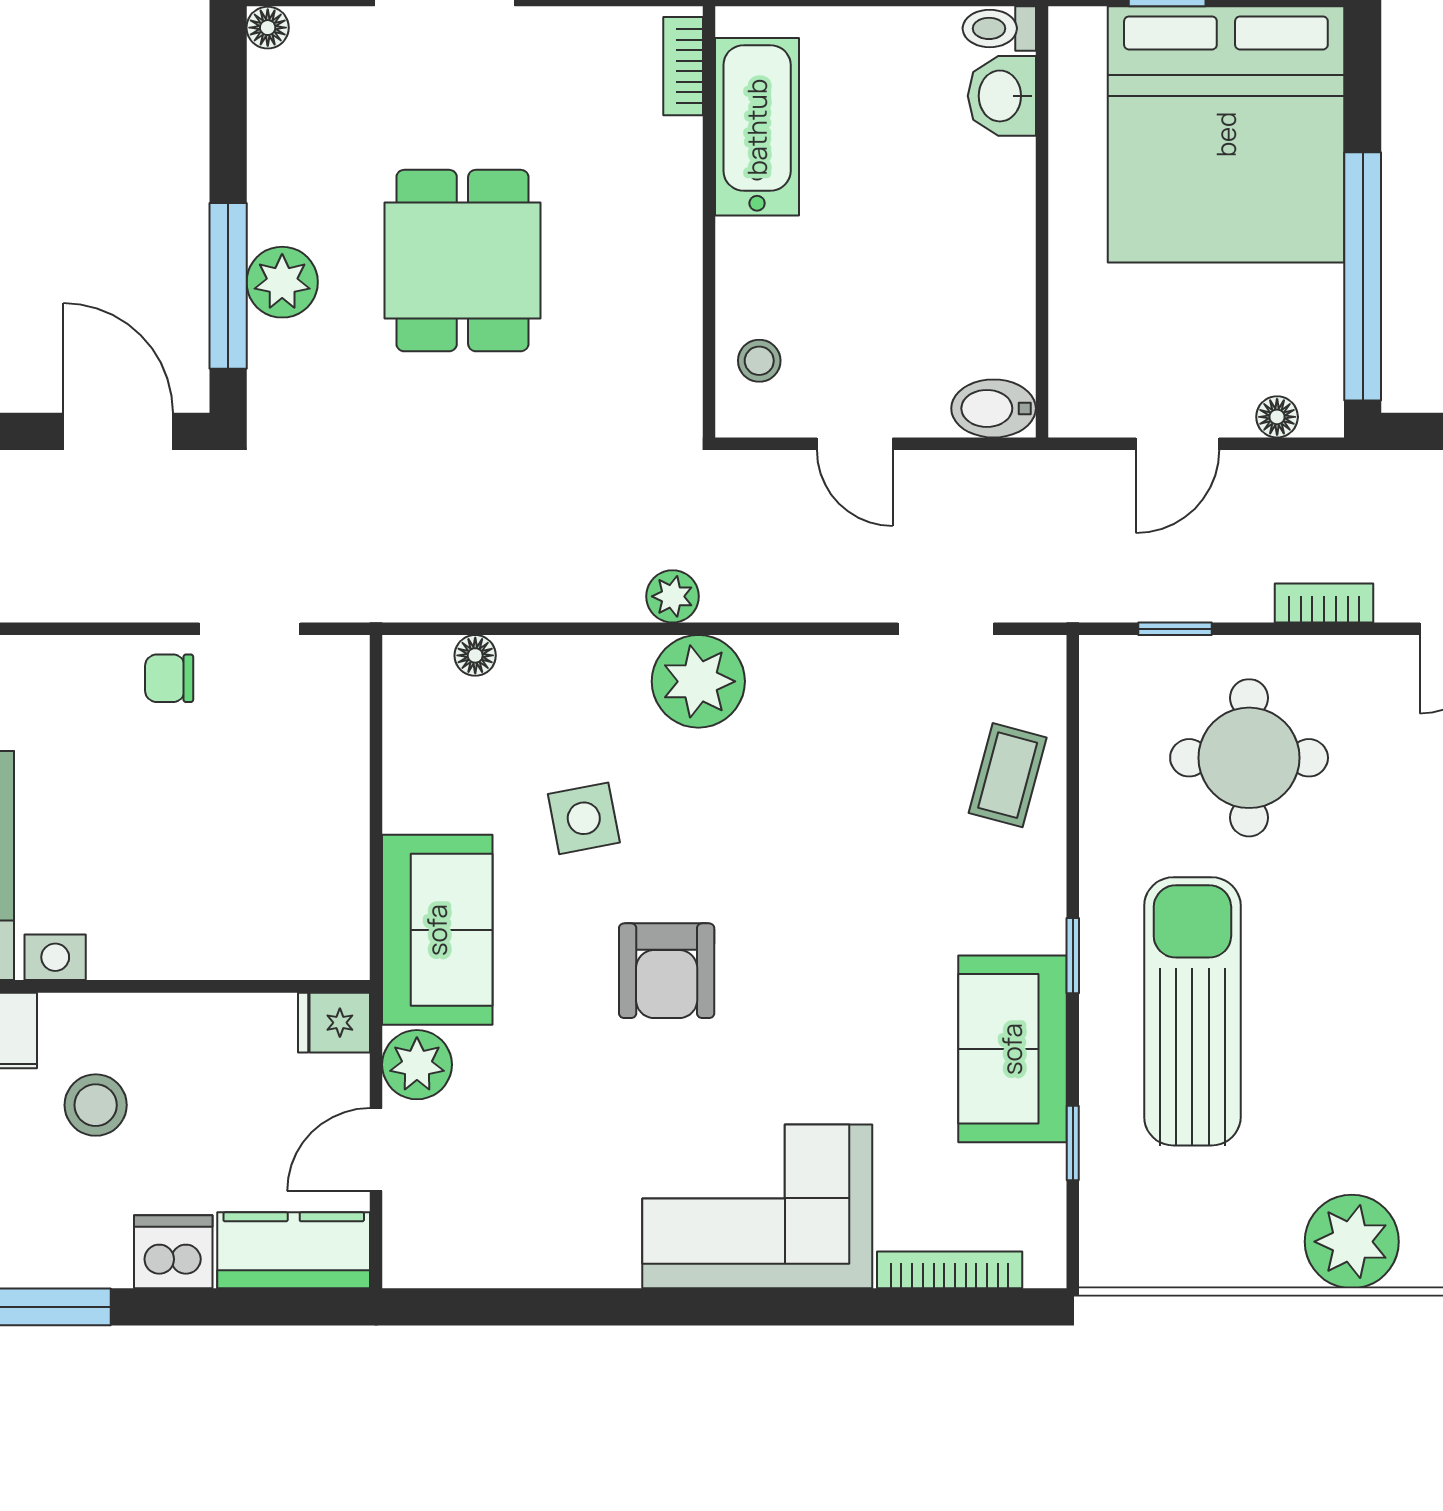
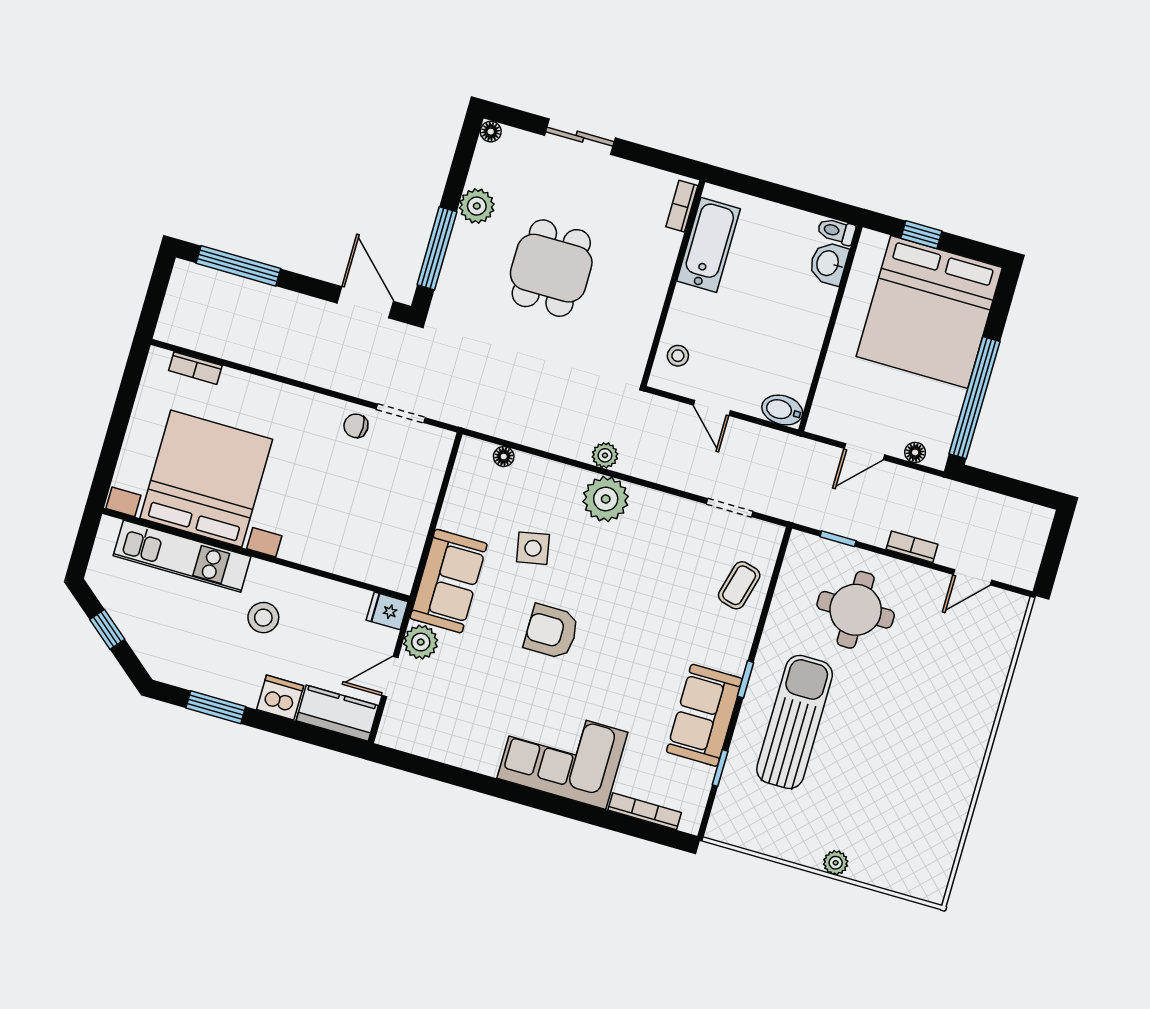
plant: (282, 282) -> (477, 206), moved
armchair: (667, 971) -> (551, 631), turned 90
plant: (1352, 1242) -> (836, 863), width x0.53, depth x0.53

